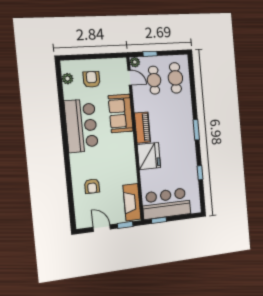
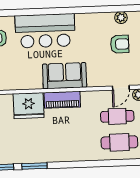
sofa: (121, 113) -> (65, 76), moved
bar counter: (81, 126) -> (45, 31), moved
window: (196, 130) -> (34, 166), moved

